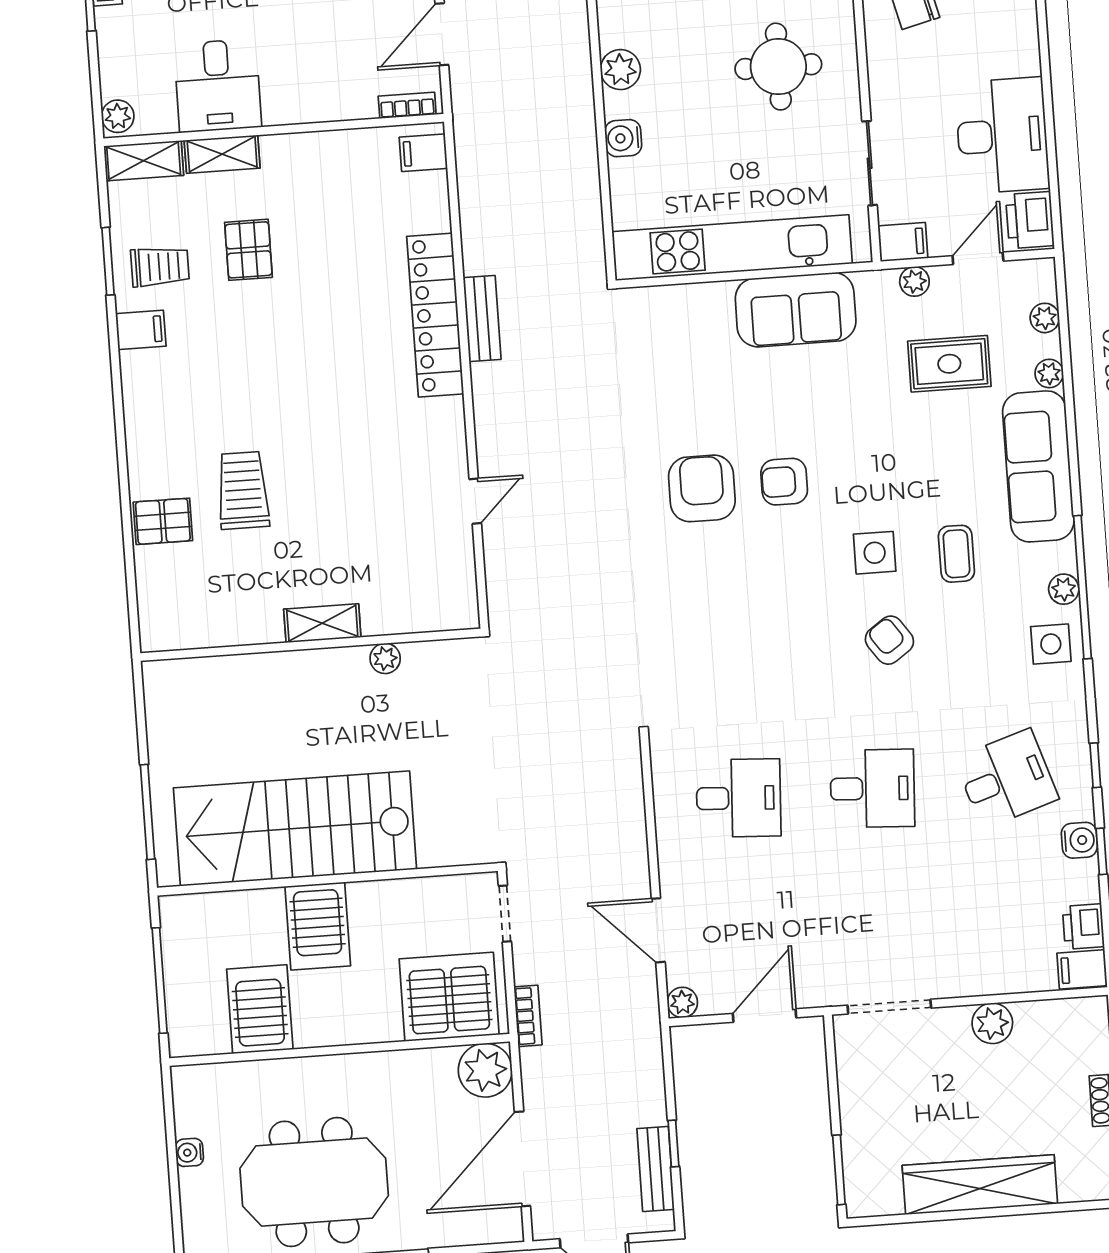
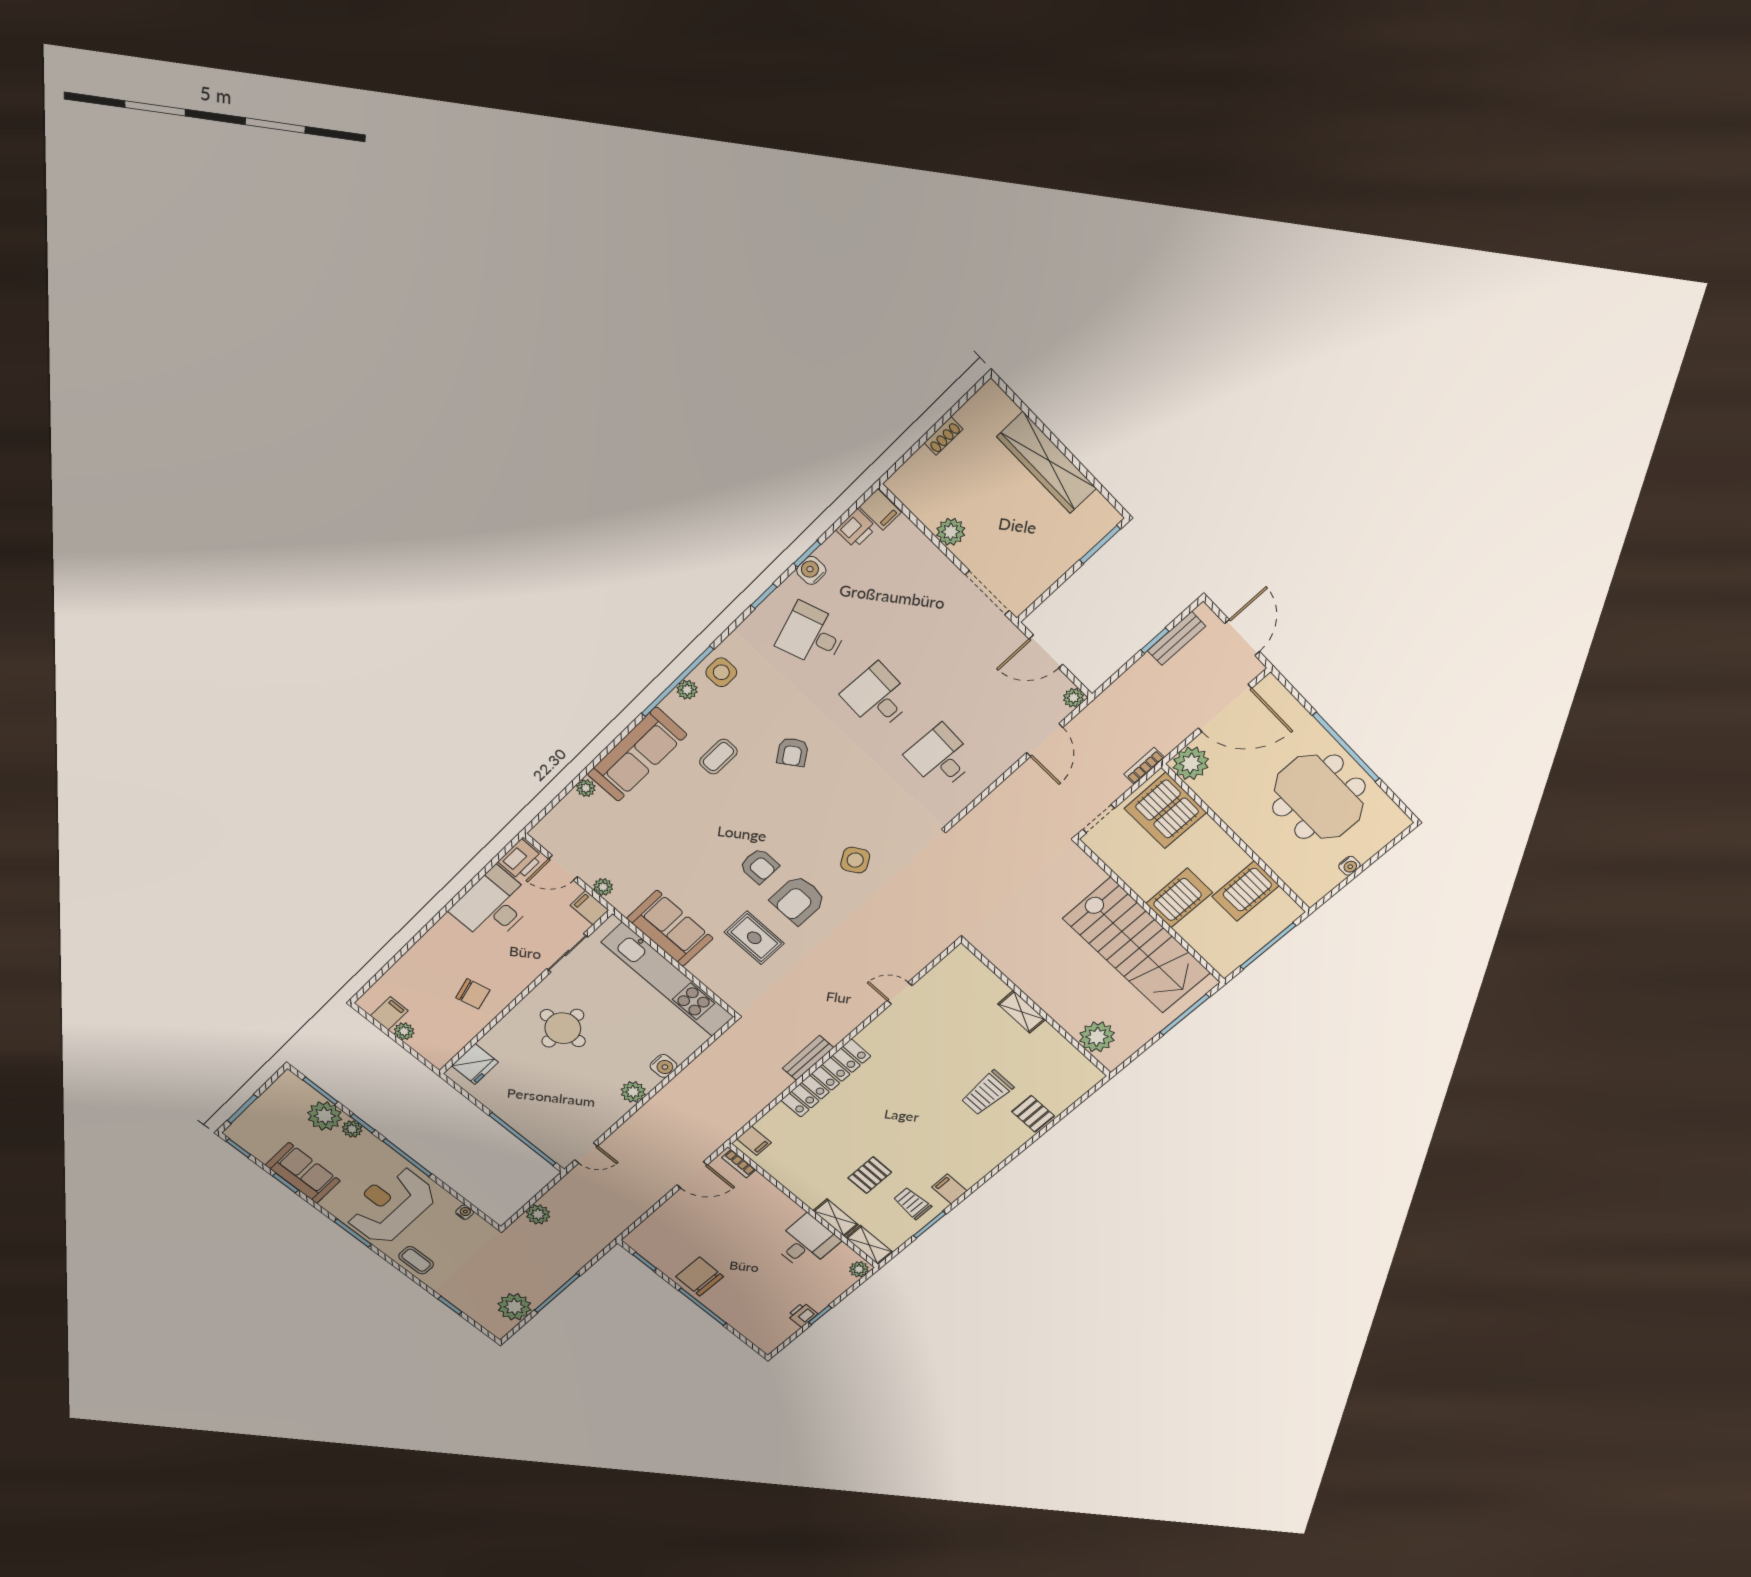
plant: (1045, 318) -> (561, 813), removed
rug: (949, 364) -> (754, 938), moved
side table: (875, 553) -> (855, 860), moved, turned -32
plant: (385, 658) -> (1097, 1037), moved, width x1.88, depth x1.88

